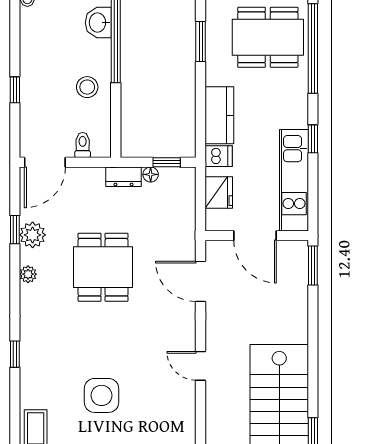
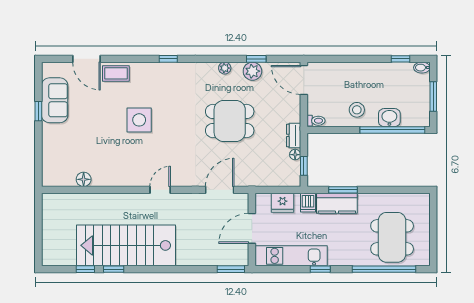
washbasin: (98, 23) -> (389, 118), moved
window: (201, 41) -> (343, 190), moved
window: (15, 90) -> (401, 59), moved
toilet: (83, 145) -> (316, 121), moved

